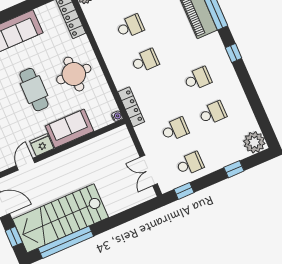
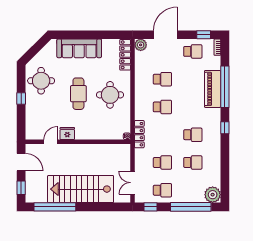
sofa: (69, 129) -> (91, 131), removed
window: (234, 169) -> (191, 207), width x3.17
stairs: (60, 218) -> (81, 189), moved

